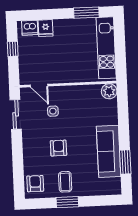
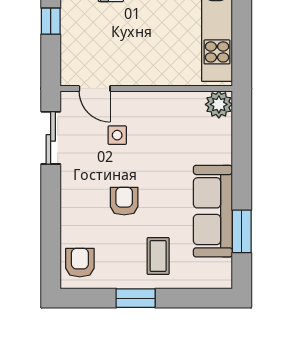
coffee table: (65, 182) -> (158, 256), moved

